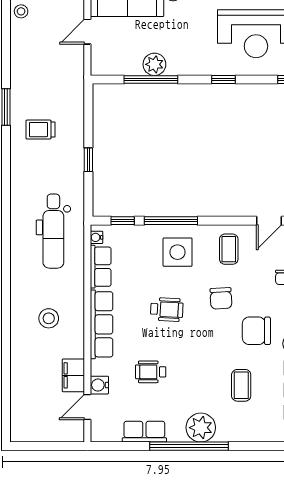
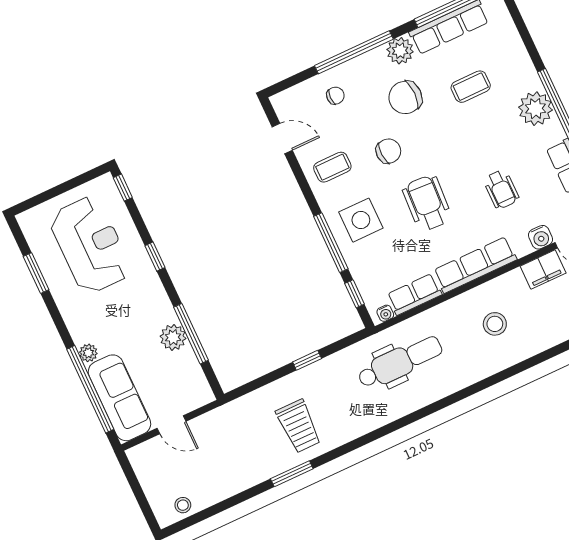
trolley: (40, 130) -> (299, 426), width x1.36, depth x1.39
wheelchair: (167, 309) -> (427, 203), width x1.36, depth x1.37
chair: (256, 331) -> (405, 97), turned 90

